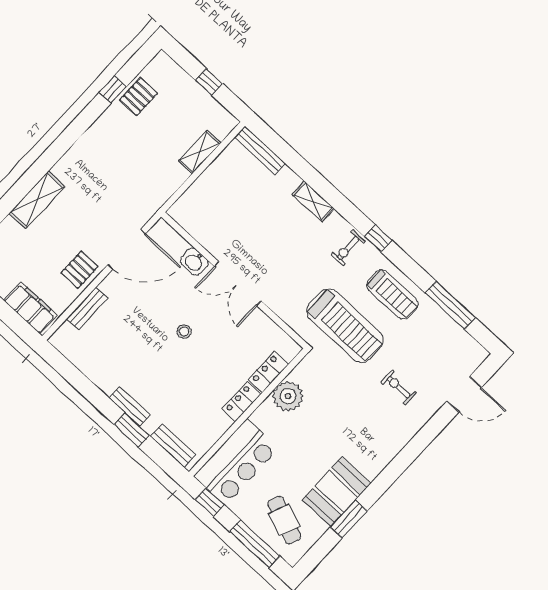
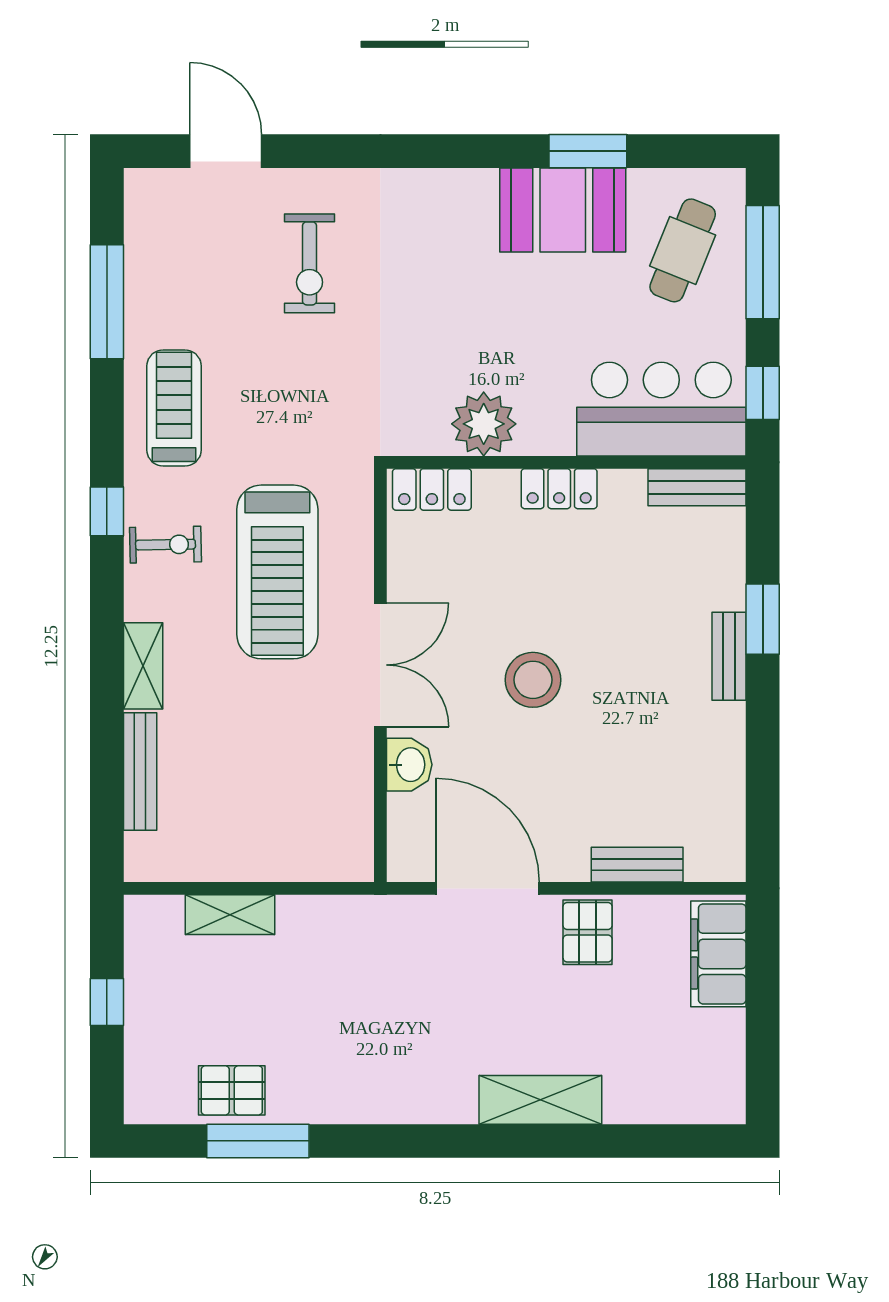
window: (113, 89) -> (258, 1141), width x2.17
bench: (260, 150) -> (140, 771), moved
pallet: (80, 270) -> (588, 932), turned 90
treadmill: (345, 326) -> (277, 572), moved, turned 180
stool: (184, 331) -> (533, 680), width x1.89, depth x1.89
locker: (268, 372) -> (432, 489), moved
exercise bike: (399, 387) -> (310, 263), width x1.38, depth x1.39
bench: (173, 445) -> (697, 487), moved, turned 90

